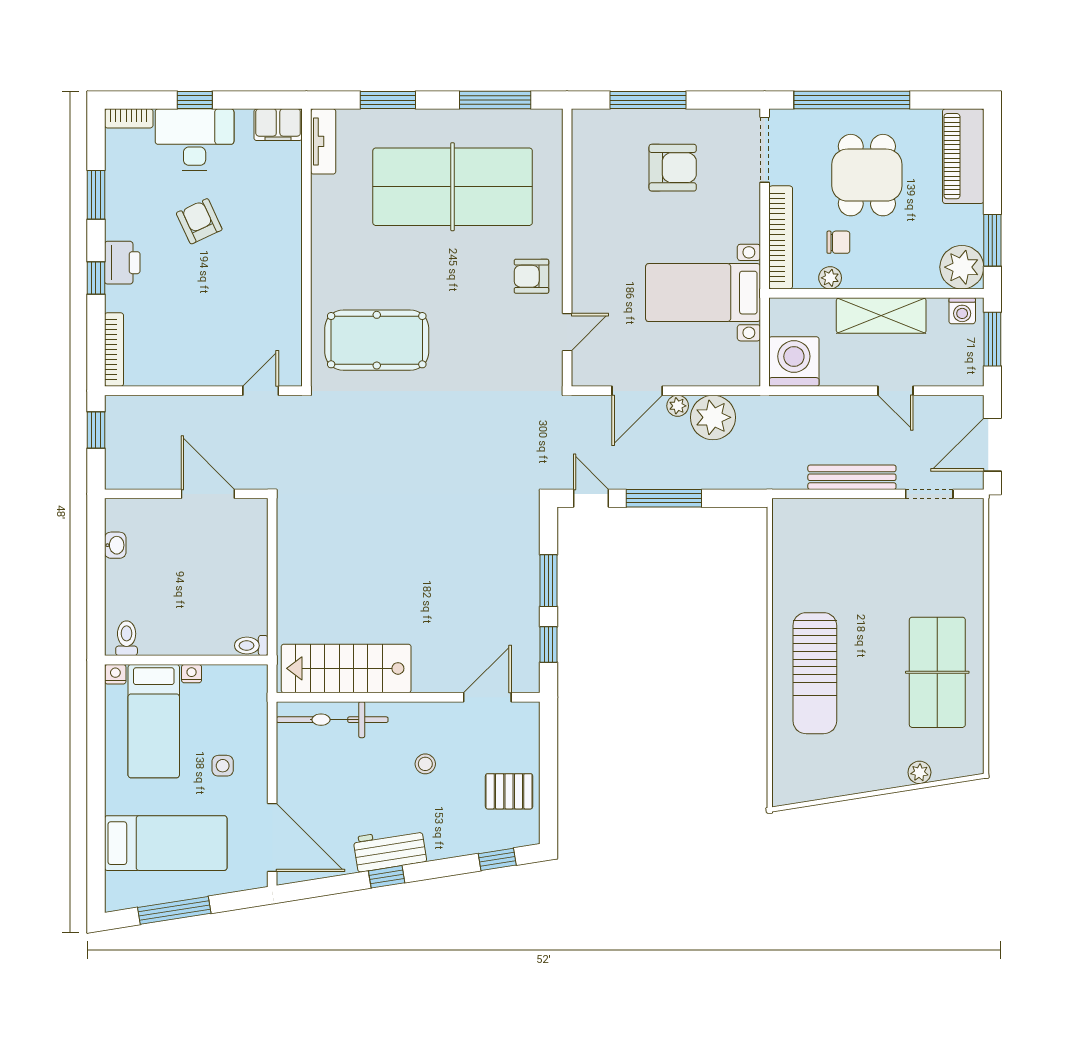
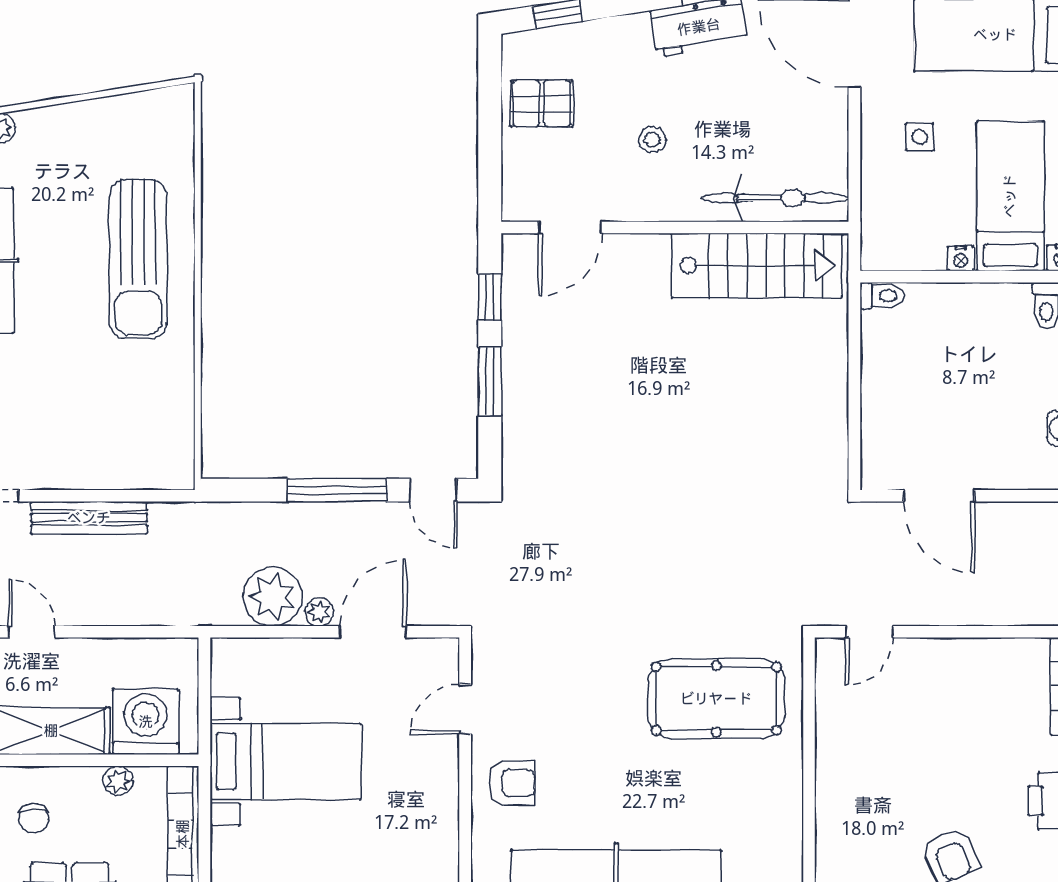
chair: (838, 242) -> (33, 818), moved, turned -90
washing machine: (794, 361) -> (146, 722), moved, turned 180
sun lounger: (815, 673) -> (138, 259), turned 180

